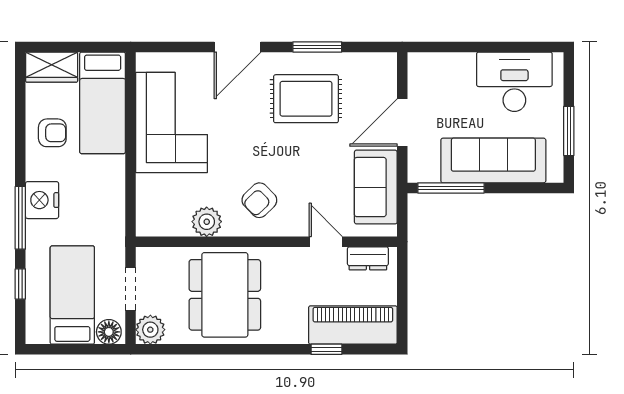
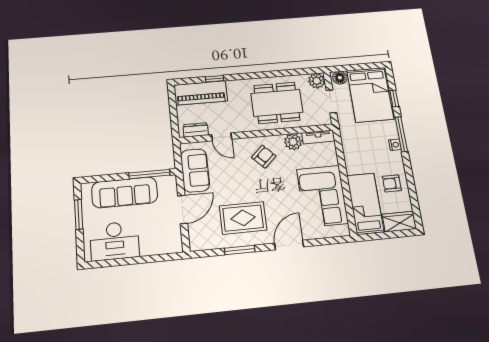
nightstand: (42, 200) -> (395, 145), width x0.53, depth x0.56
tv unit: (163, 226) -> (318, 137), added
bed: (72, 295) -> (370, 95), width x1.50
dining table: (225, 295) -> (277, 103), turned 90

